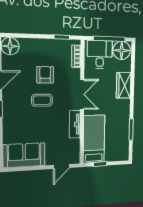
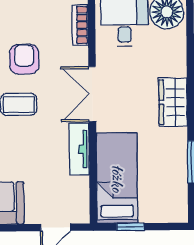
wardrobe: (124, 85) -> (173, 102), moved
double door: (82, 94) -> (92, 94), swing flipped

